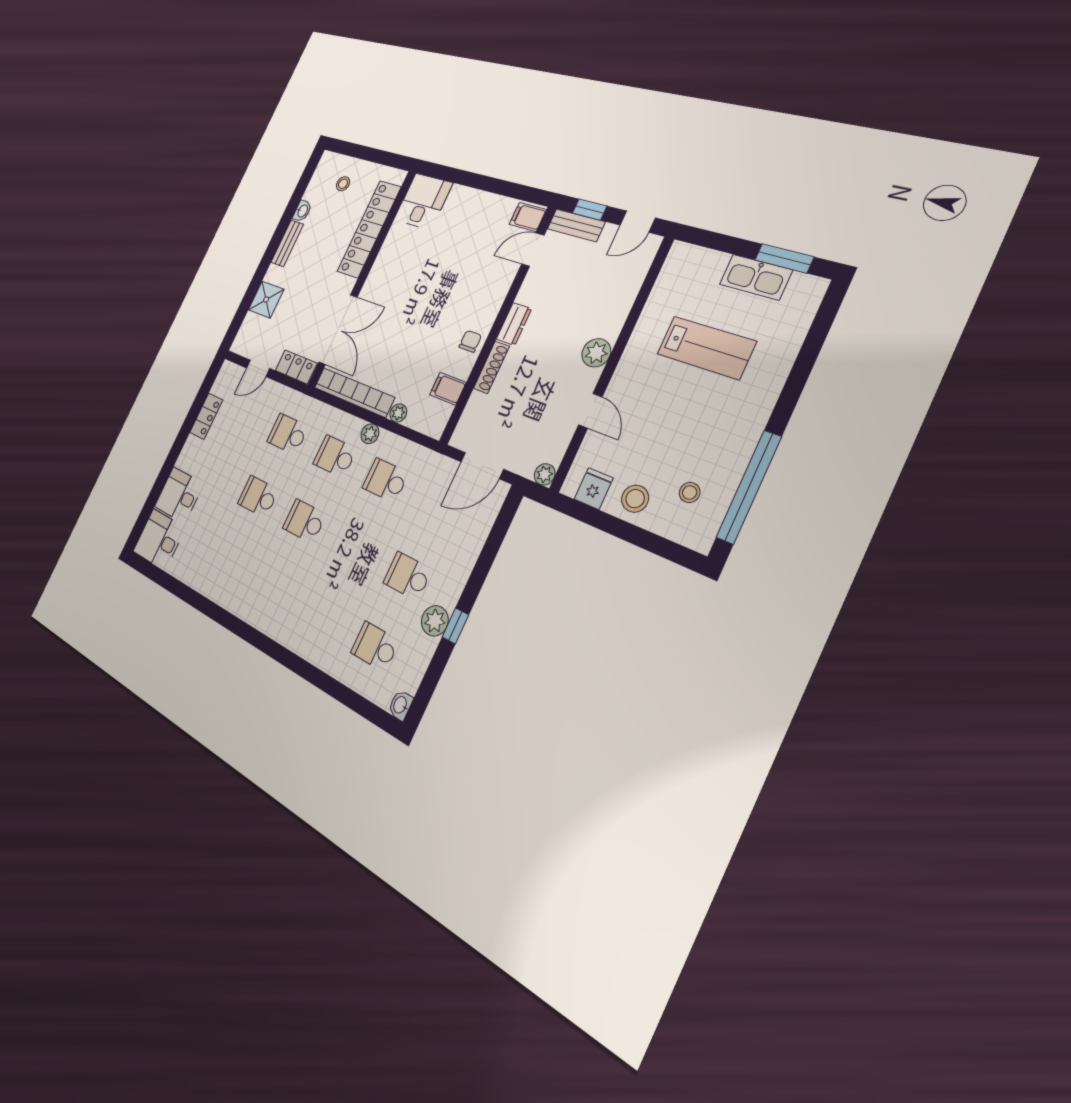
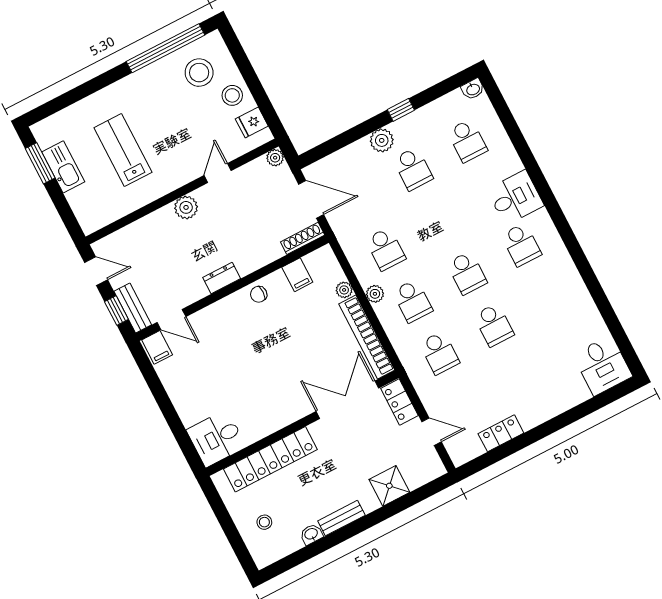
shoe rack: (491, 367) -> (303, 238), moved
stool: (690, 492) -> (199, 73), width x1.89, depth x1.89
desk: (179, 495) -> (515, 198), moved, turned -90
school desk: (274, 587) -> (521, 245), added
plant: (435, 621) -> (382, 140), moved

